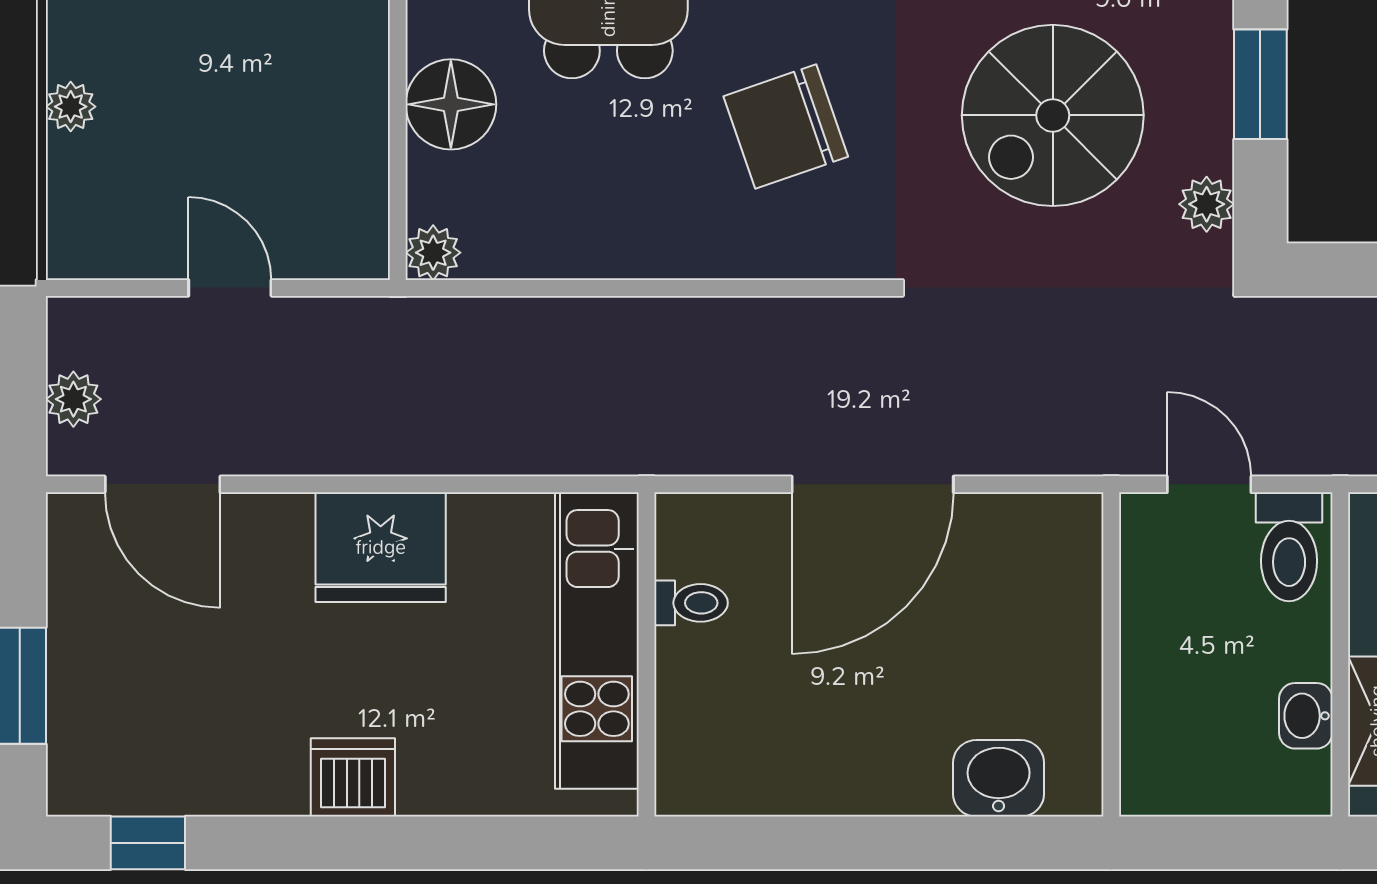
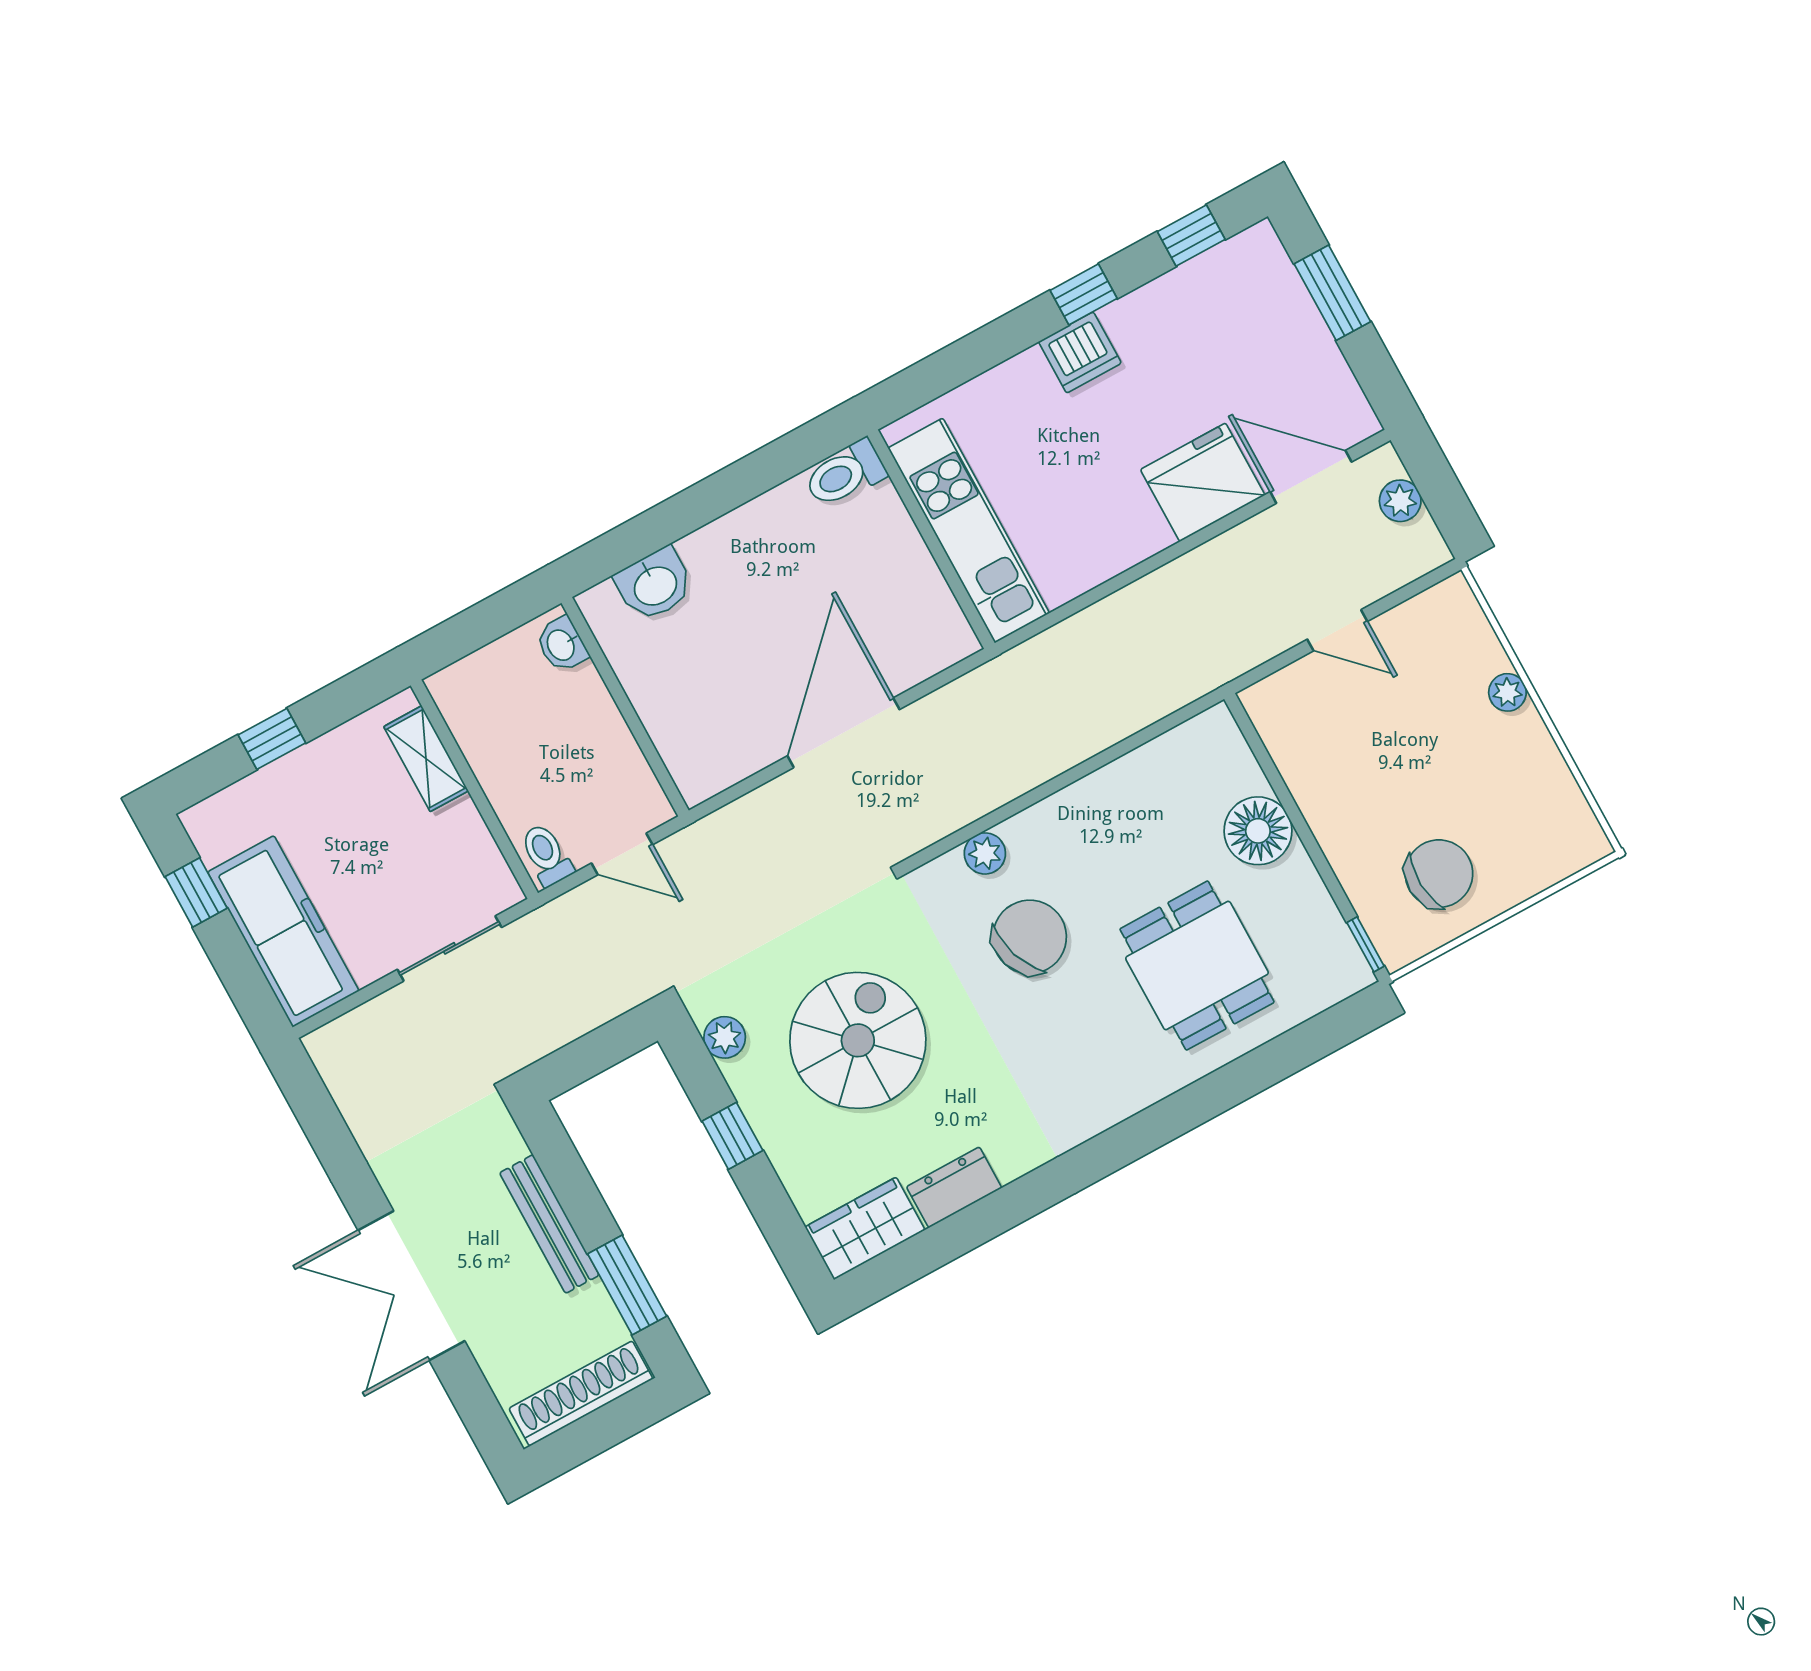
window: (1260, 84) -> (732, 1136), width x0.67
plant: (433, 253) -> (985, 853), moved
fridge: (381, 547) -> (1203, 482), moved
toilet: (1289, 547) -> (546, 855), width x0.73, depth x0.72
toilet: (691, 603) -> (845, 474), moved, width x1.37, depth x1.39
washbasin: (1306, 716) -> (562, 645), moved, turned 180
window: (311, 843) -> (1084, 294), added

